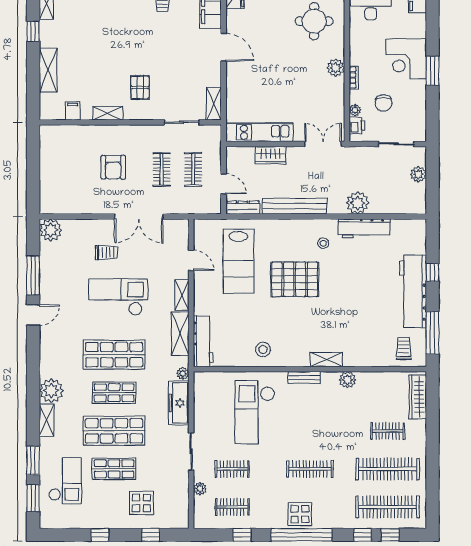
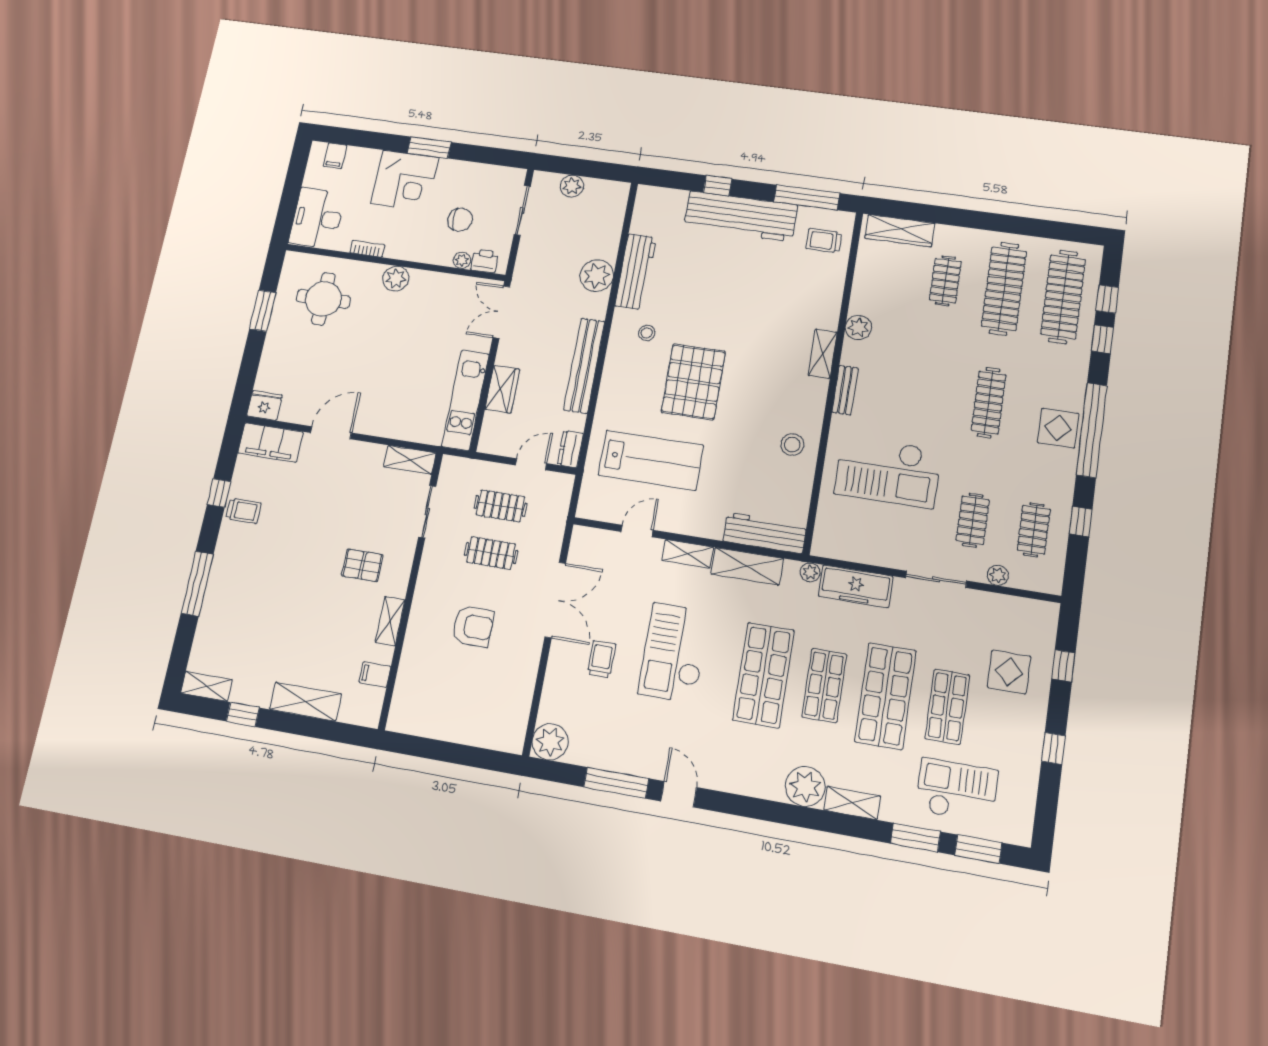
bookcase: (354, 78) -> (367, 249), moved
dresser: (243, 208) -> (570, 449), width x0.70

